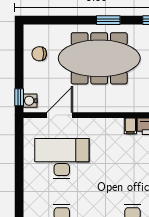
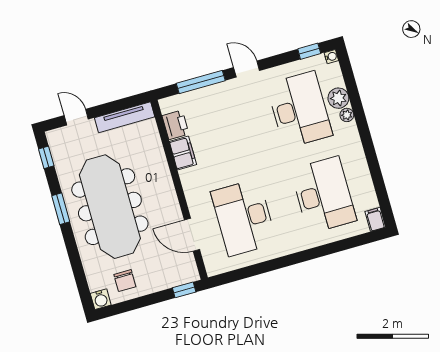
water cooler: (30, 101) -> (101, 299), moved
filing cabinet: (130, 126) -> (183, 153), width x2.00

